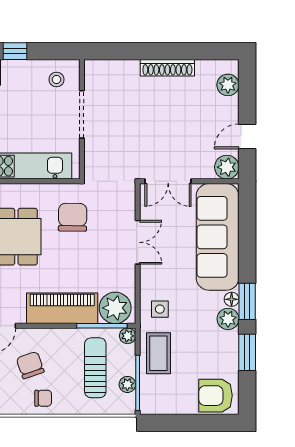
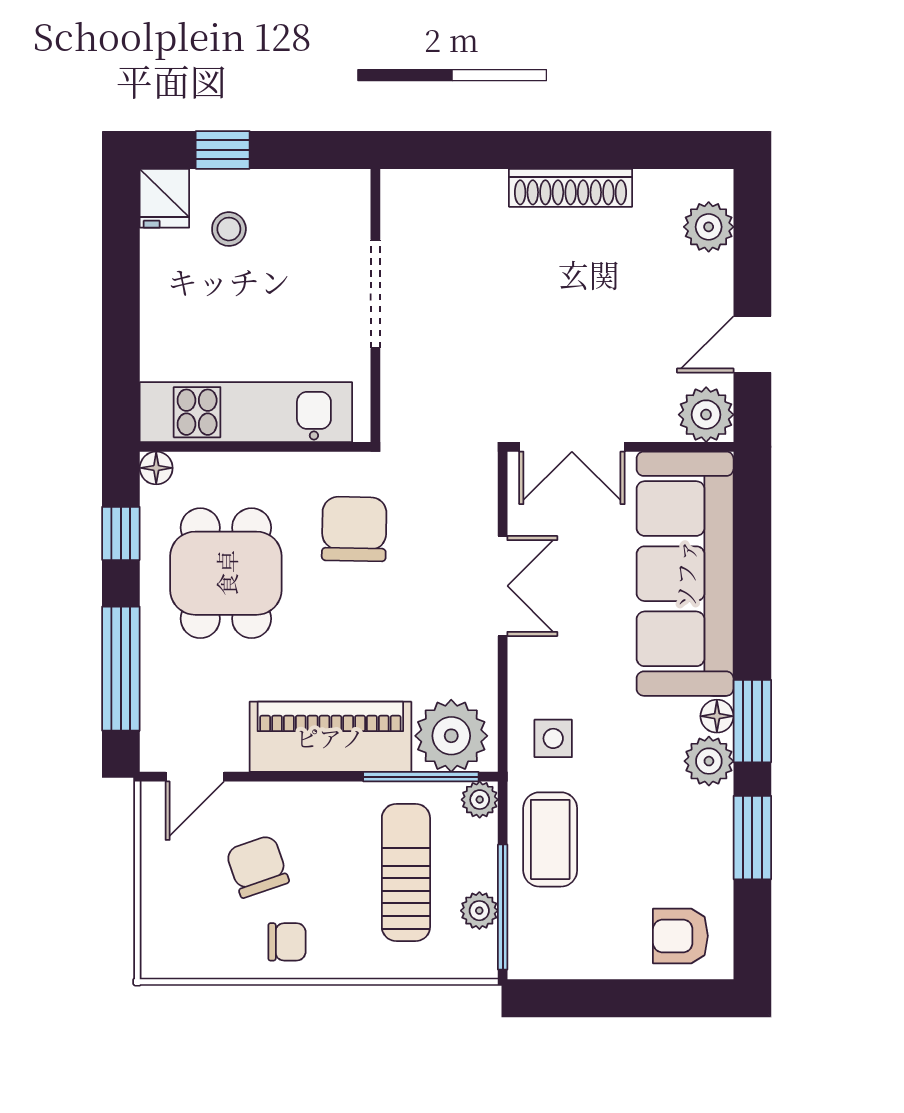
stool: (57, 79) -> (229, 229), moved
armchair: (216, 396) -> (680, 936), width x0.72, depth x0.72

